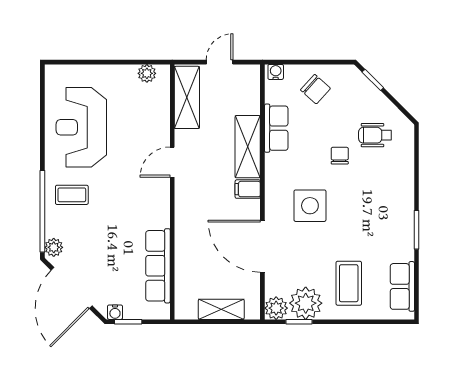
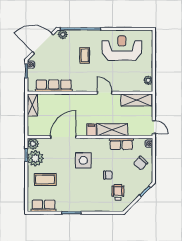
door: (220, 62) -> (154, 127), moved
coffee table: (72, 195) -> (85, 55), moved
shelving: (221, 309) -> (32, 105), moved

